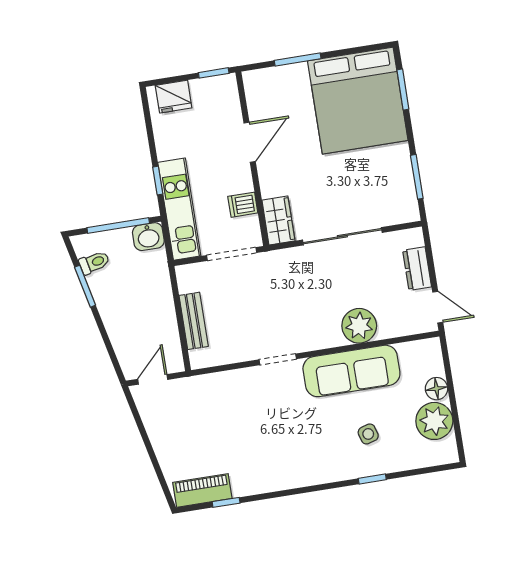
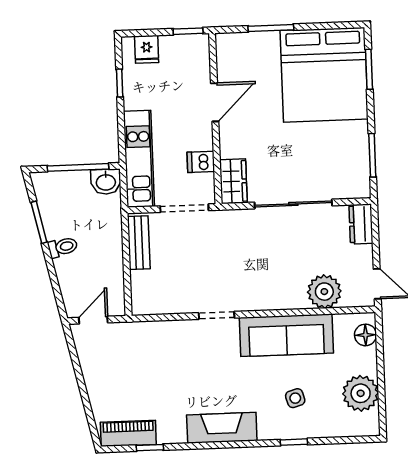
fridge: (174, 97) -> (147, 49), width x0.72
window: (158, 181) -> (120, 83), moved
toilet: (94, 263) -> (63, 247), moved
dresser: (417, 269) -> (361, 224), moved
bench: (194, 321) -> (139, 243), moved
plant: (359, 326) -> (324, 292), moved
floor lamp: (437, 389) -> (365, 335), moved
fireplace: (297, 473) -> (222, 428), added

